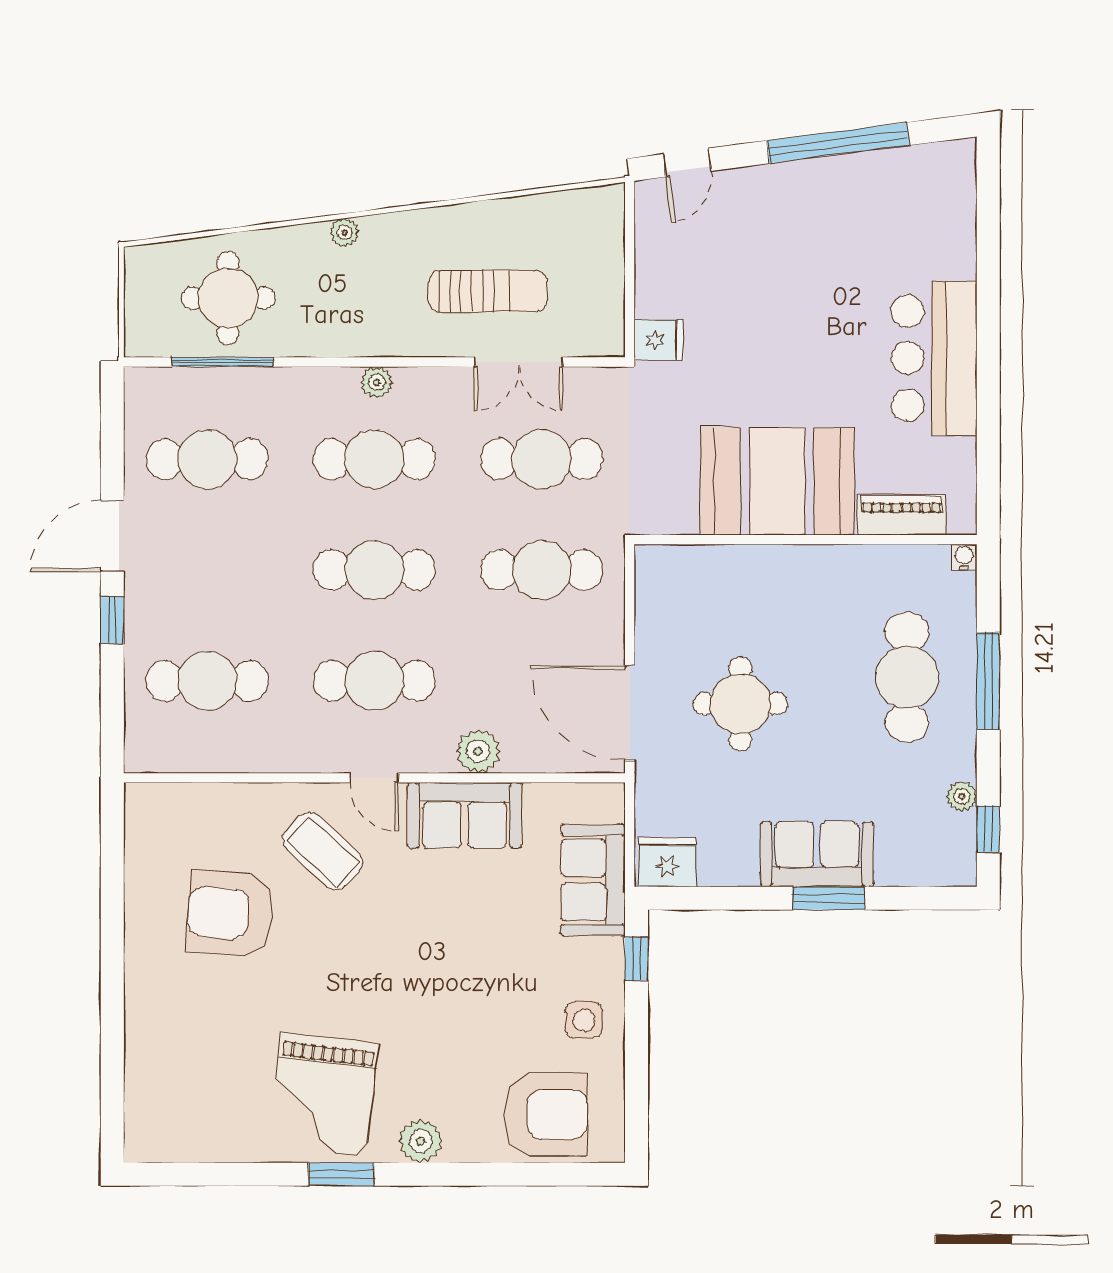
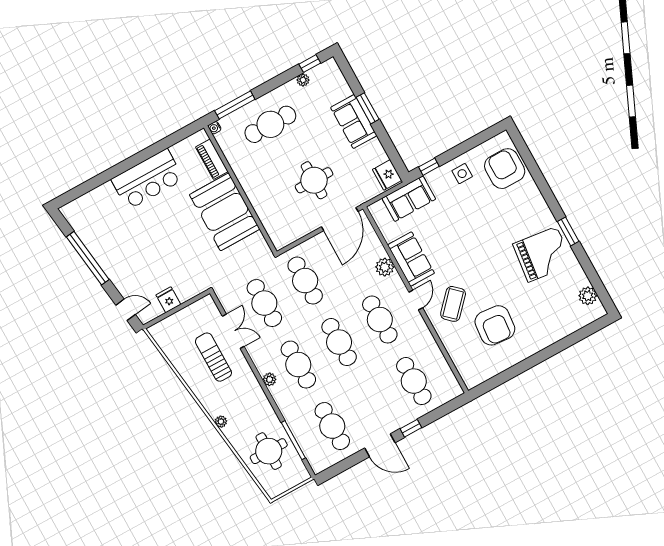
fridge: (659, 340) -> (168, 300), moved
window: (988, 681) -> (235, 105), moved
plant: (421, 1141) -> (588, 296), moved

